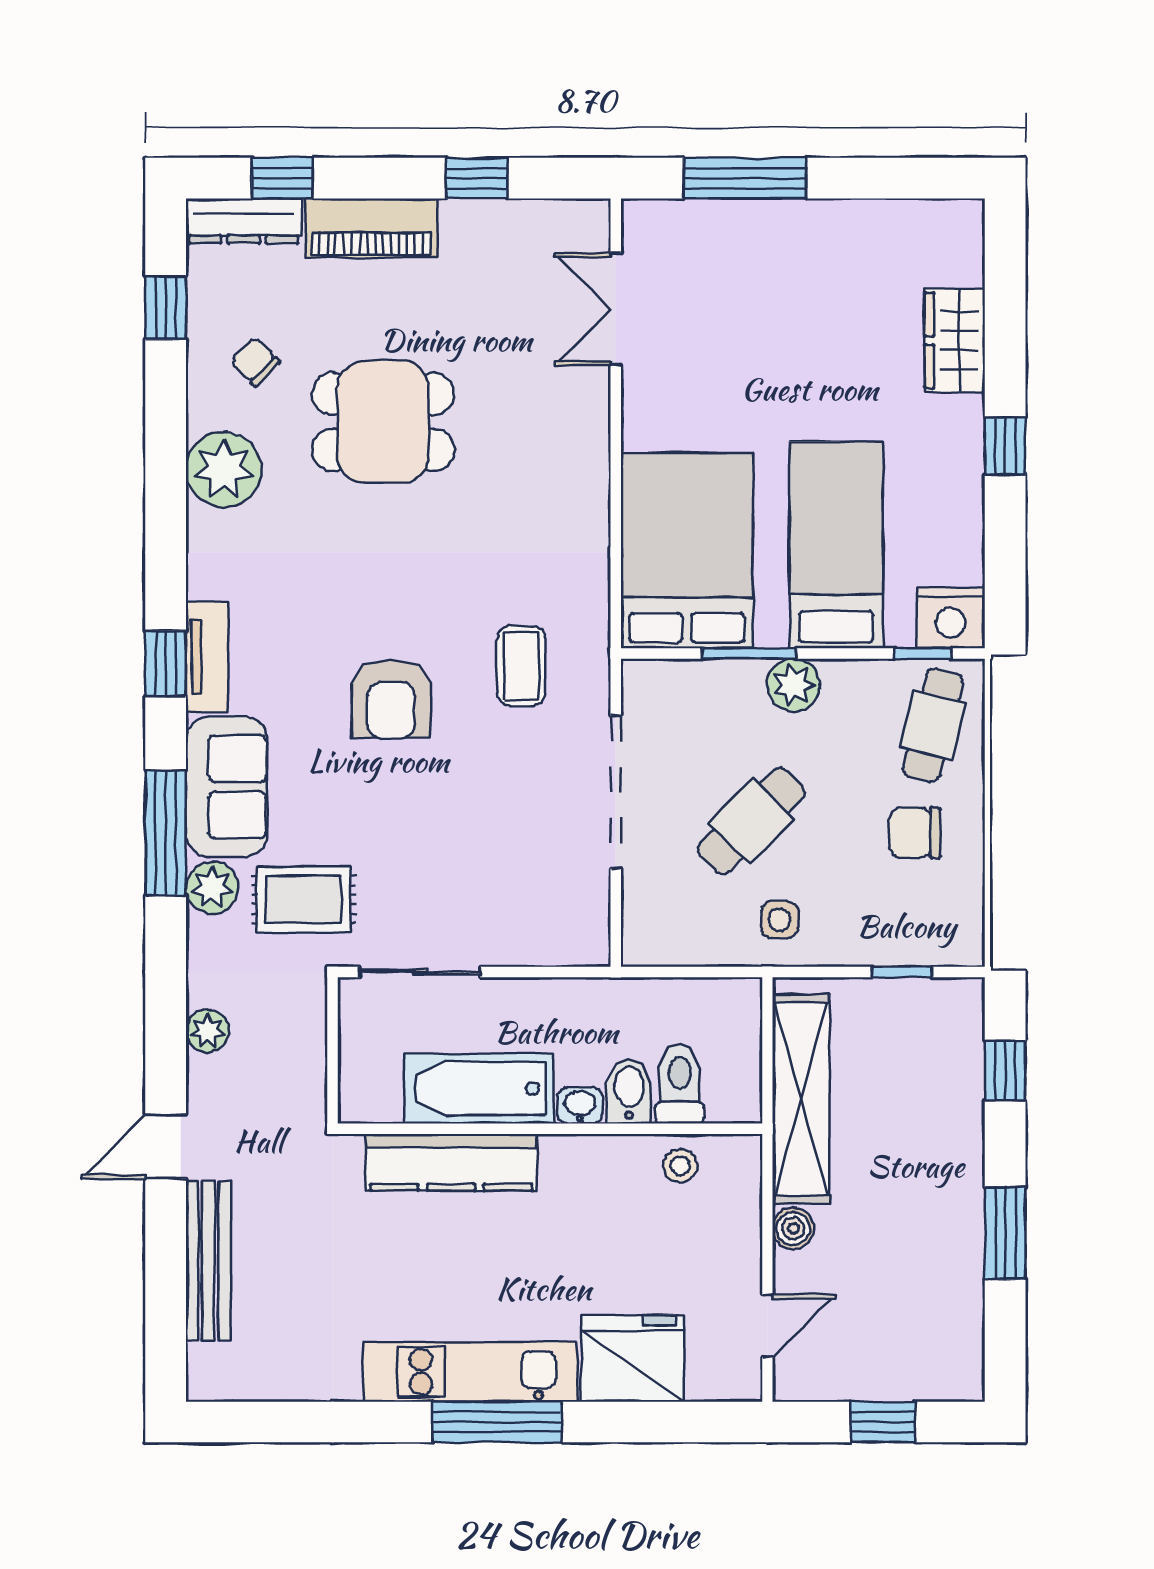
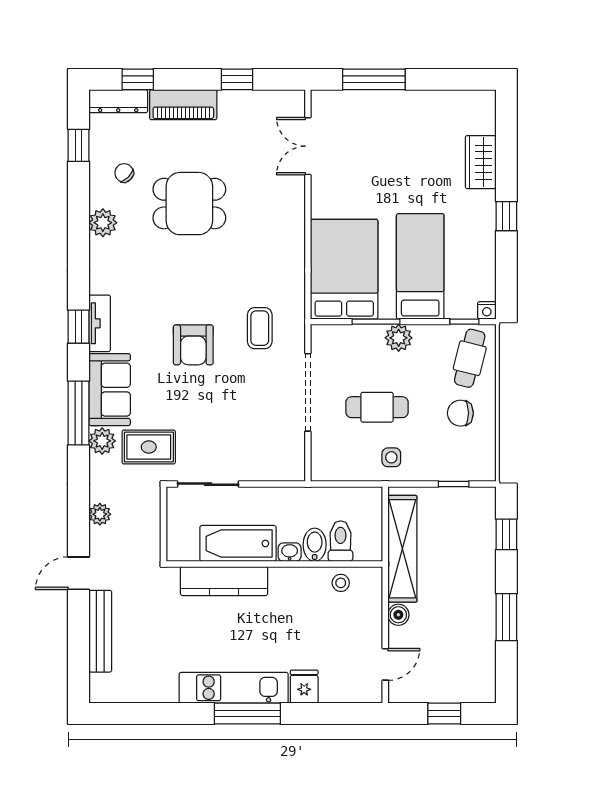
plant: (224, 469) -> (103, 223), width x0.73, depth x0.73
nightstand: (951, 618) -> (487, 310), width x0.53, depth x0.56
cafe table: (751, 821) -> (377, 407), turned 45
fridge: (632, 1358) -> (304, 687), width x0.53, depth x0.75

